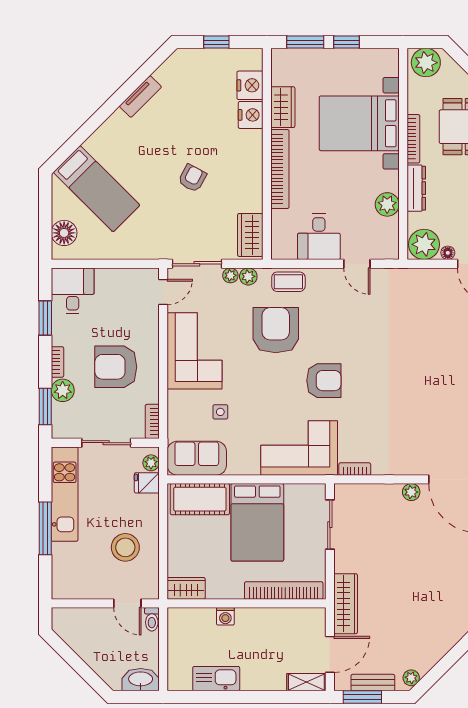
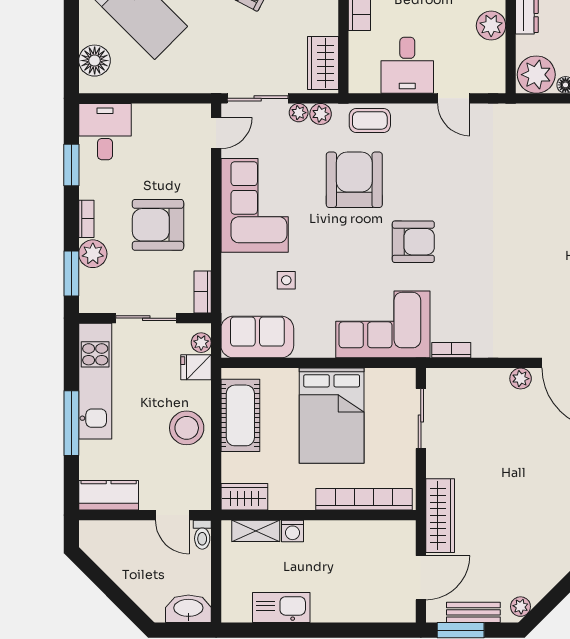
cot: (200, 499) -> (240, 415), moved, turned 90
stool: (125, 547) -> (187, 428), moved
kitchen counter: (76, 587) -> (109, 495), added
shelving: (306, 682) -> (256, 531), moved

